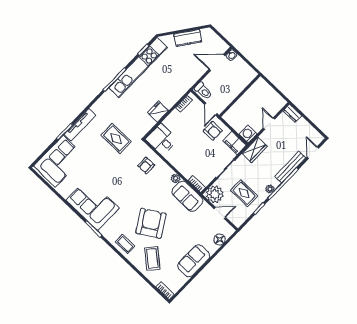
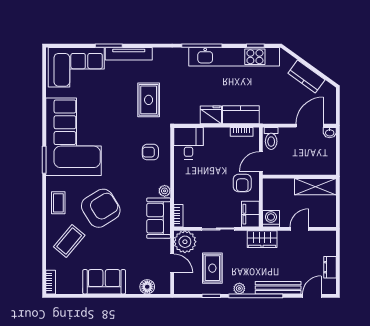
door: (217, 63) -> (310, 126), hinge flipped
shelving: (254, 92) -> (315, 187), added
kitchen counter: (174, 95) -> (241, 115), added
dresser: (292, 113) -> (330, 267), moved
corner sofa: (92, 204) -> (74, 137), width x1.36, depth x1.36

